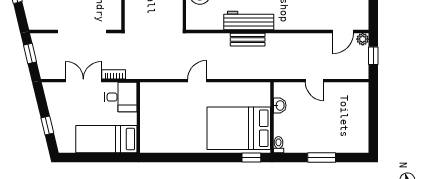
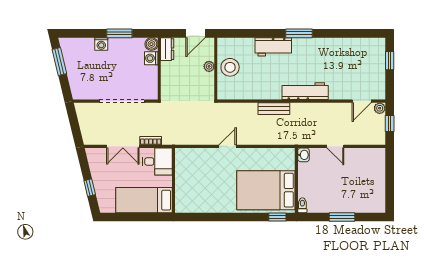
workbench: (249, 21) -> (305, 91), moved
window: (30, 53) -> (74, 121), removed
double door: (83, 81) -> (123, 146), swing flipped
washbasin: (280, 105) -> (304, 155), moved

